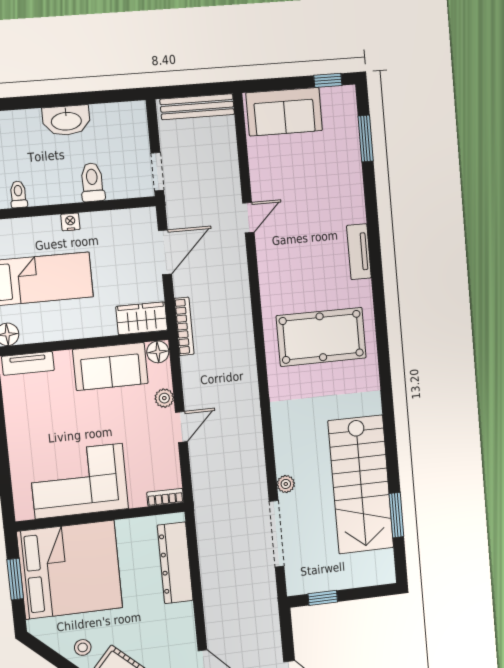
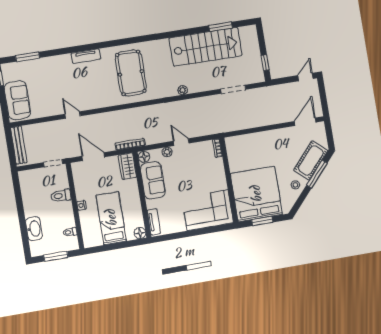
washbasin: (66, 120) -> (34, 229), moved
corner sofa: (79, 481) -> (208, 210), moved, turned 90
plant: (286, 484) -> (183, 90), moved
doorway: (277, 534) -> (233, 89), width x0.73
dresser: (175, 563) -> (250, 141), removed

